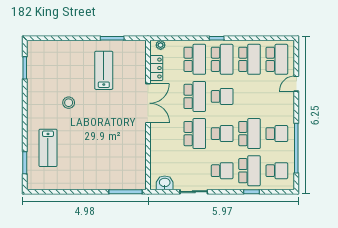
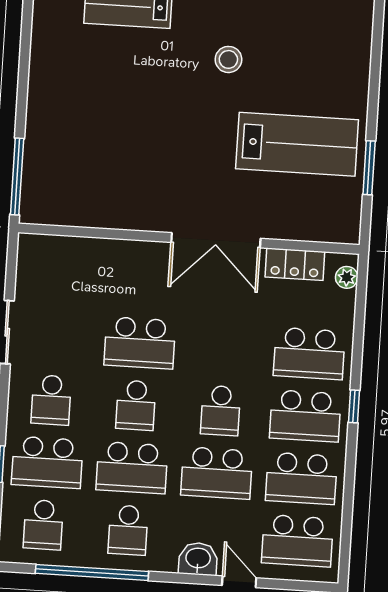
lab bench: (104, 70) -> (297, 144), width x1.36, depth x1.39
school desk: (195, 96) -> (217, 473), moved
washbasin: (165, 183) -> (198, 559), moved, turned -90

